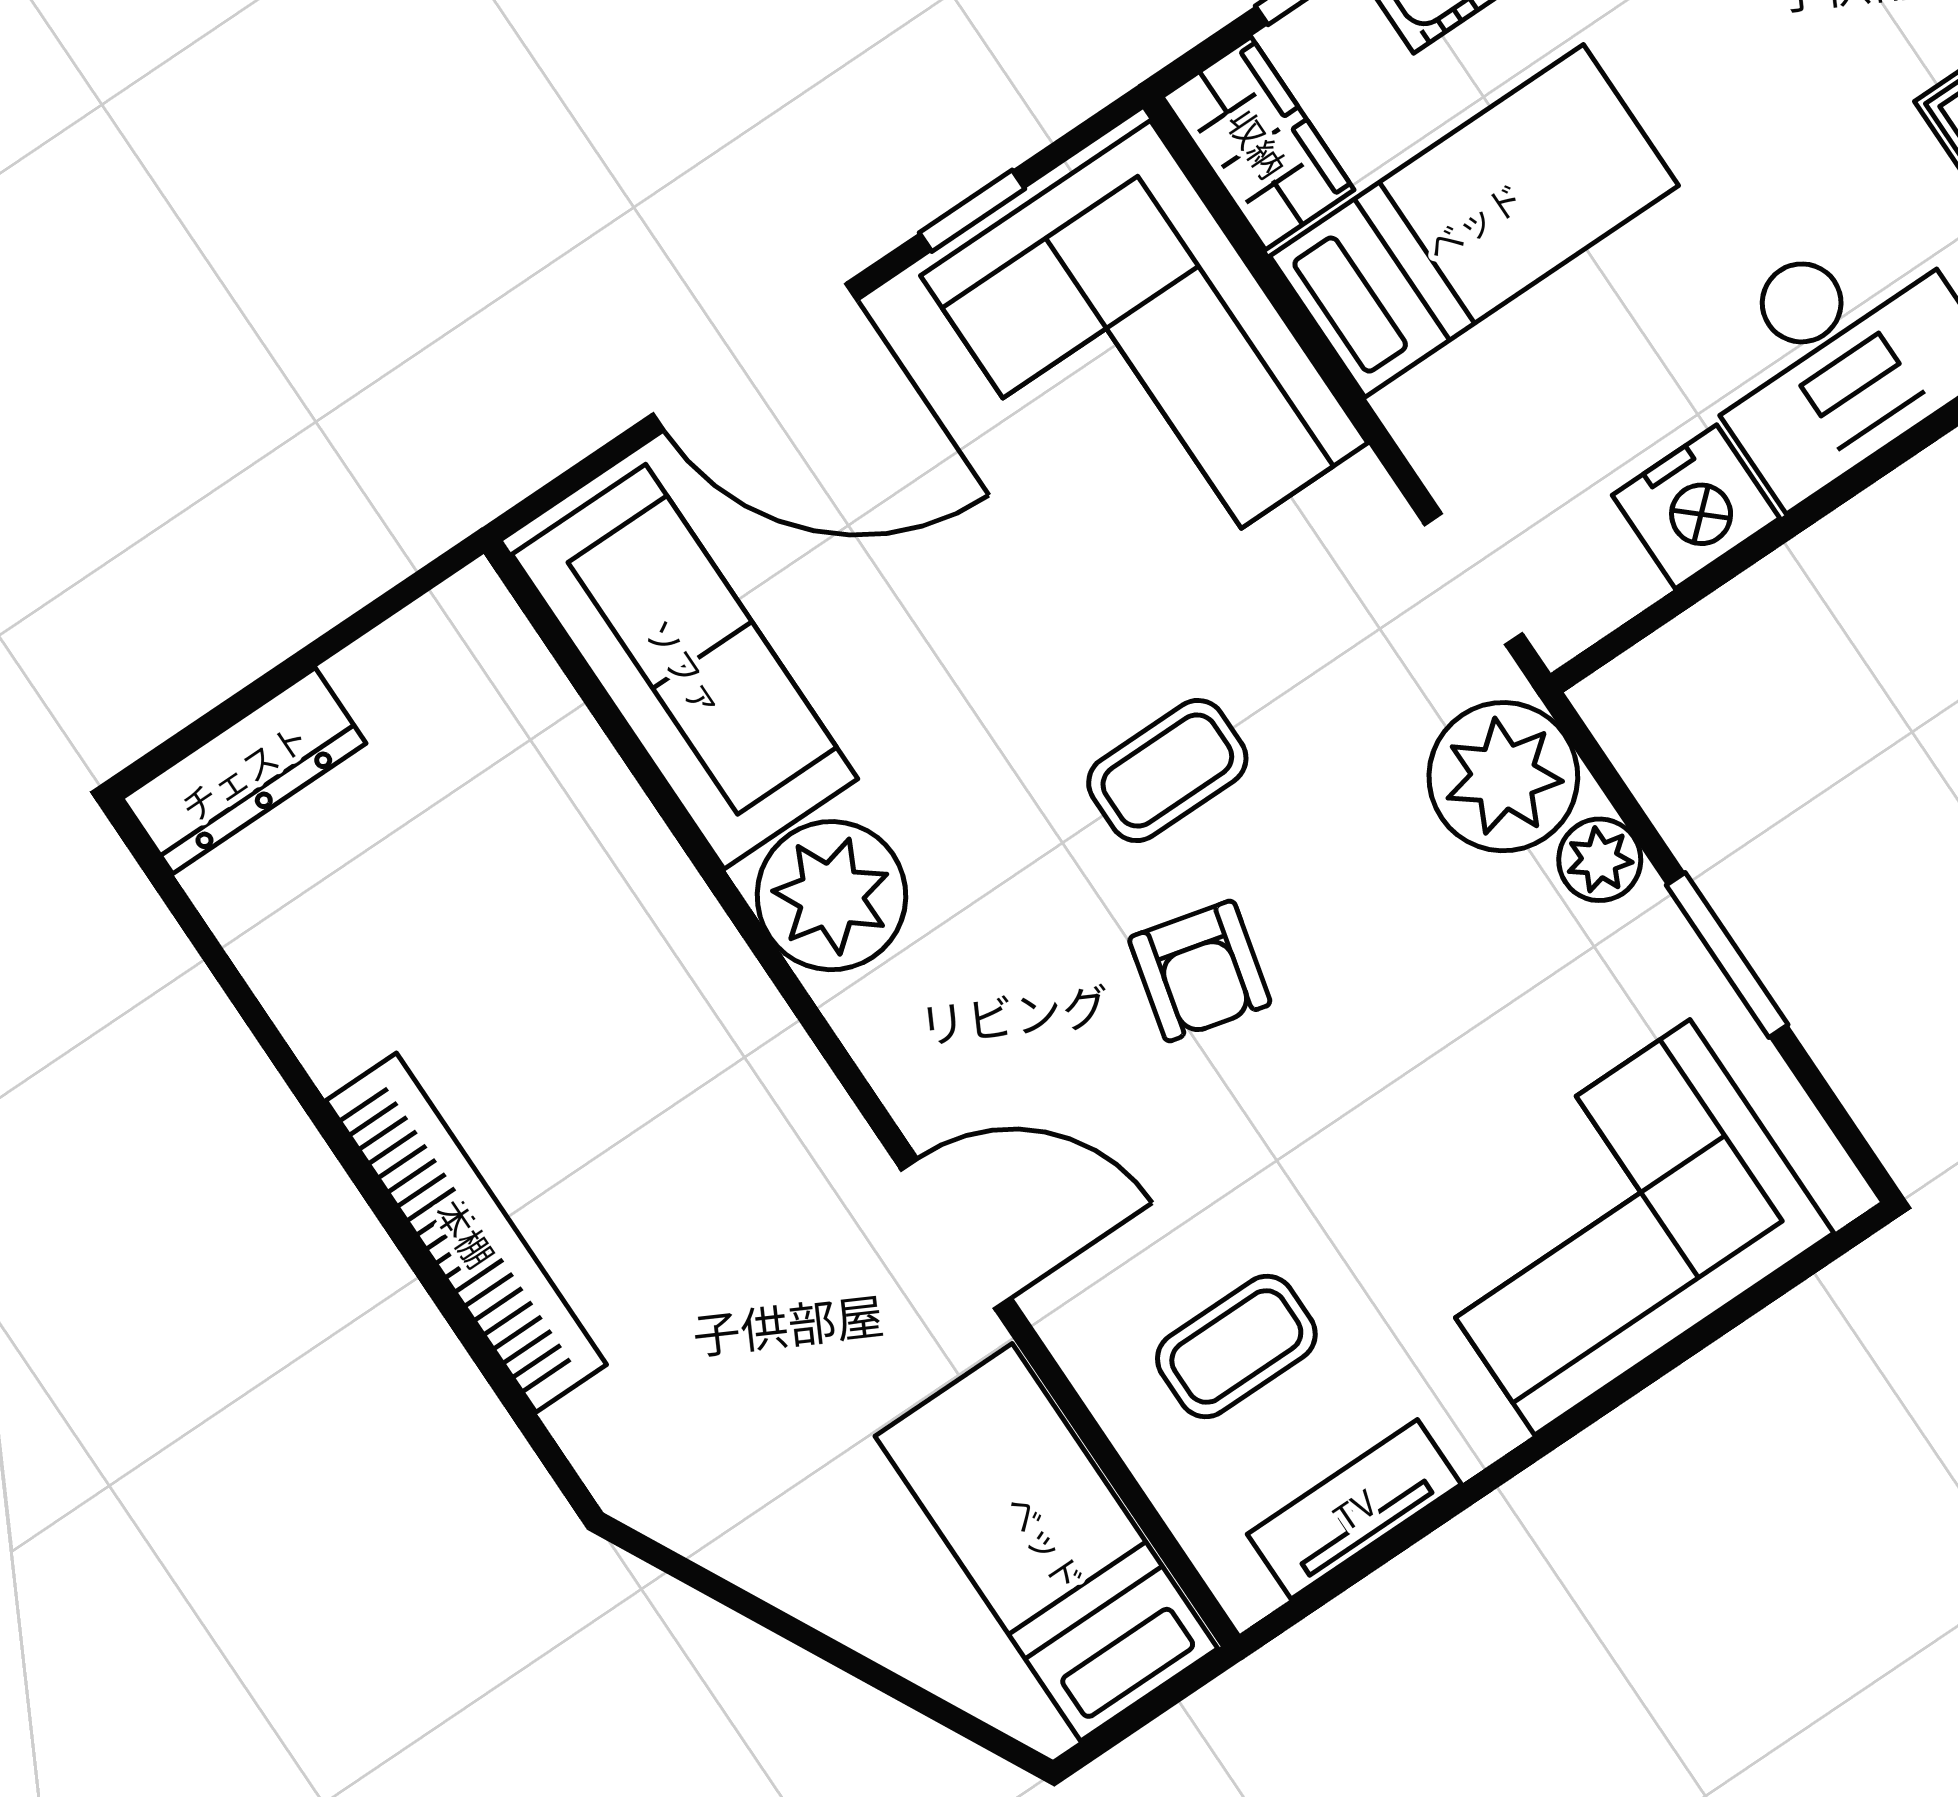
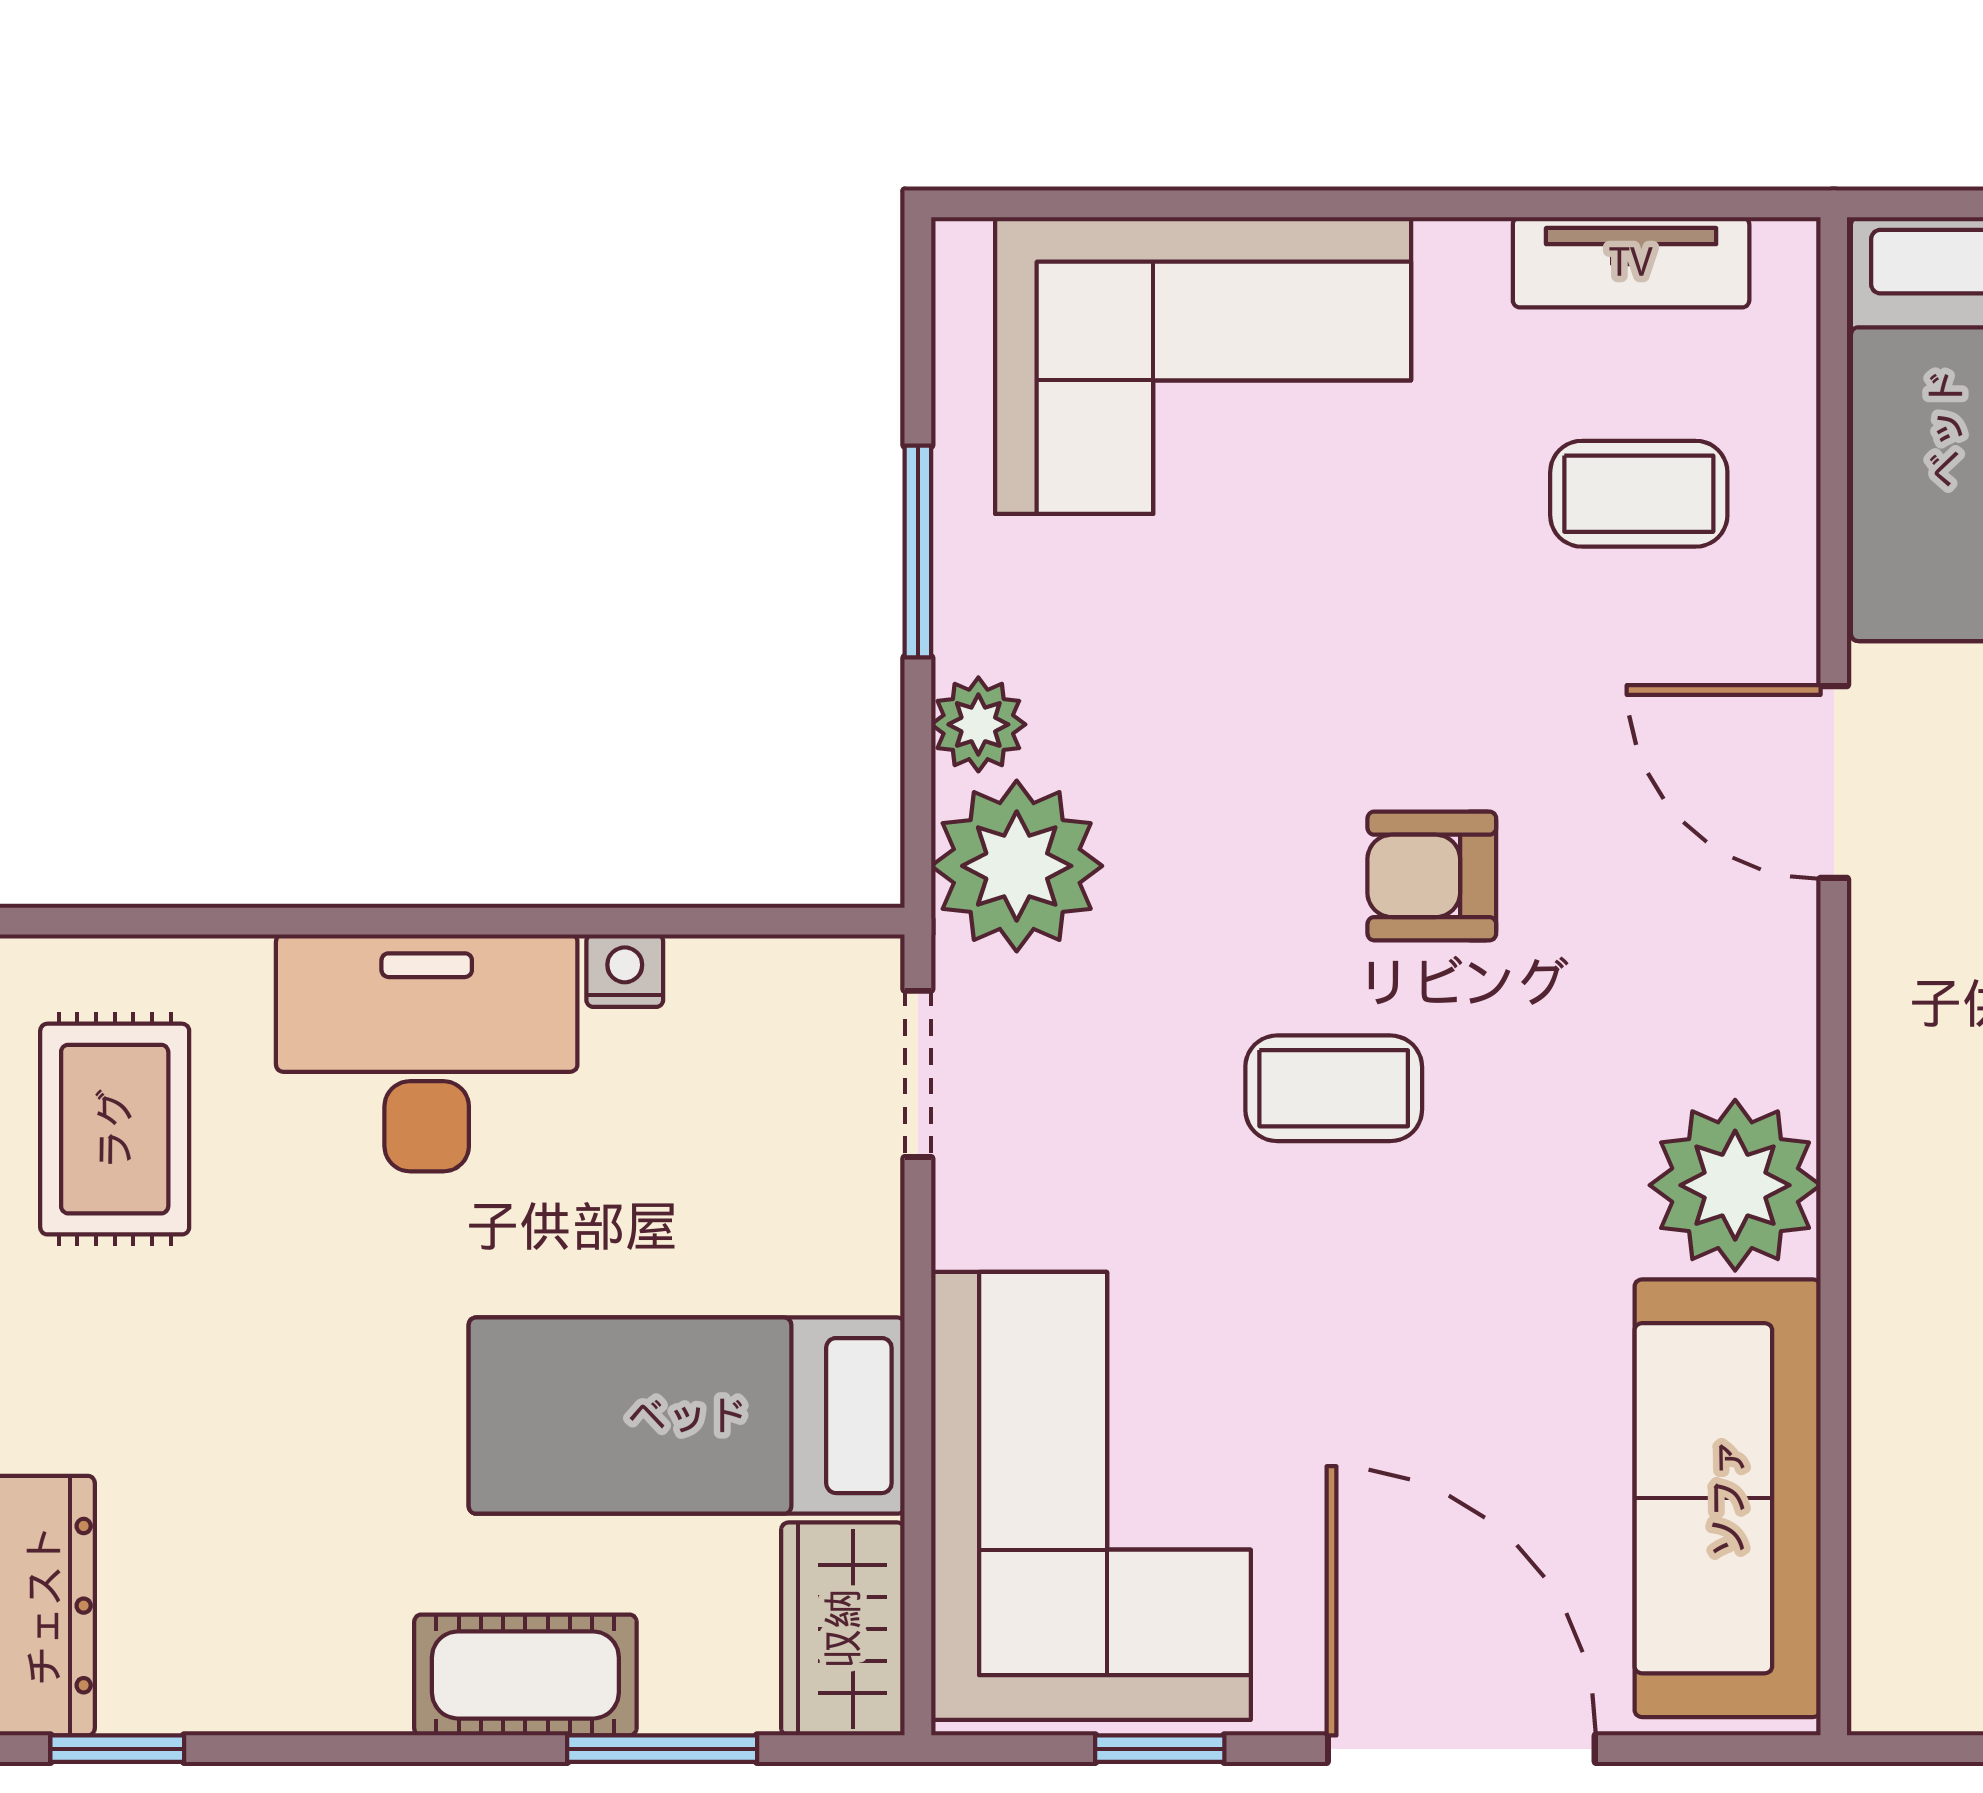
nightstand: (1696, 507) -> (625, 971), width x0.53, depth x0.56
armchair: (1200, 971) -> (1432, 876), turned -104

